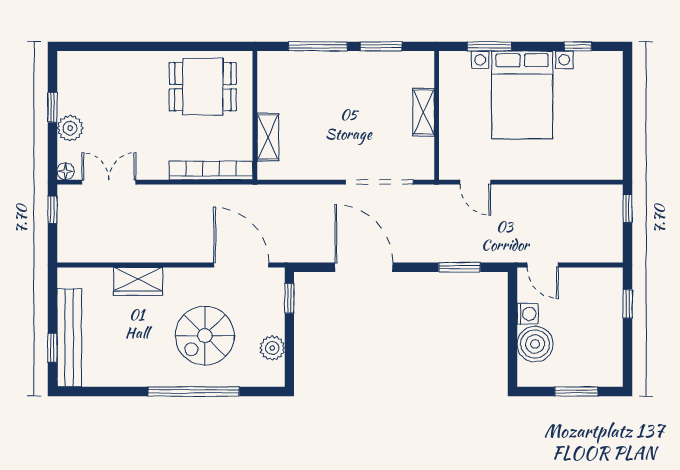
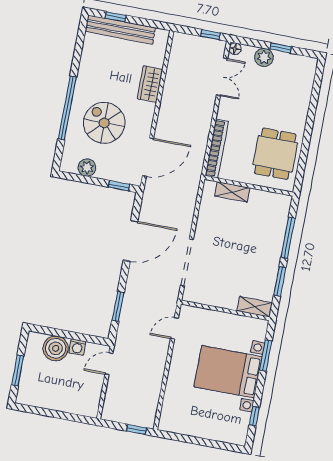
shelving: (424, 112) -> (255, 307), moved
window: (628, 304) -> (71, 417), removed

